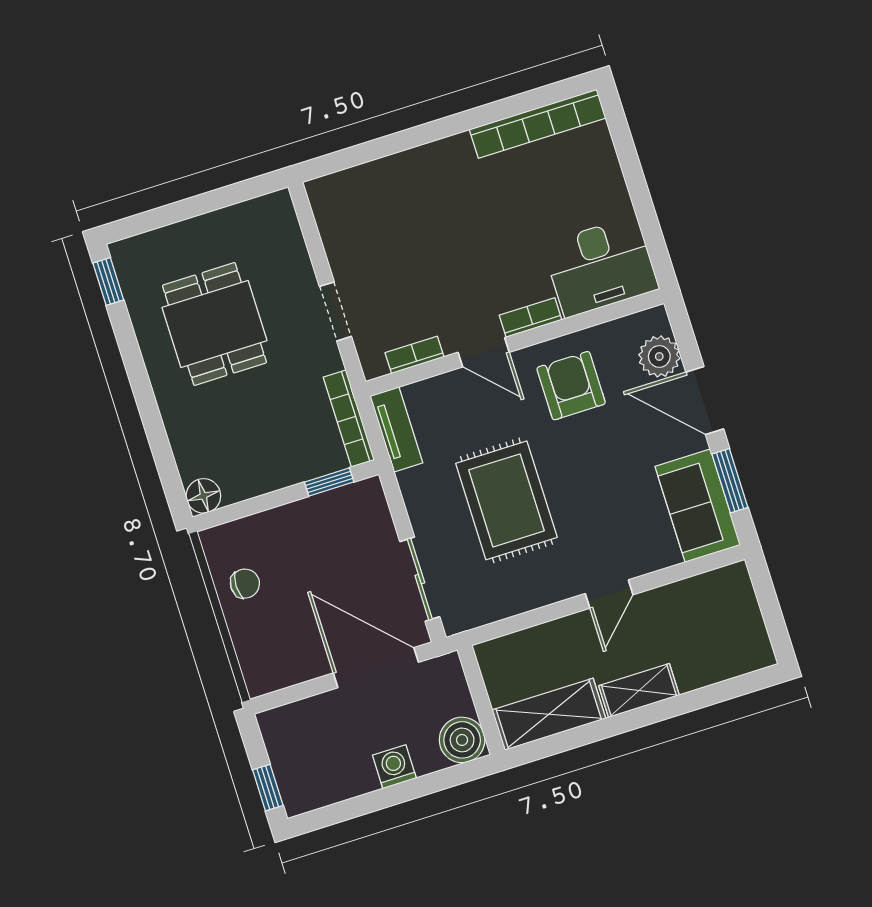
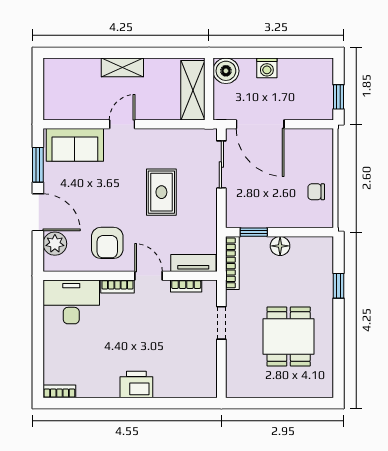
bookcase: (538, 124) -> (59, 391), width x0.43, depth x0.76
printer: (446, 162) -> (136, 385), added
window: (108, 282) -> (339, 286), moved
tv unit: (396, 429) -> (193, 263), moved, turned 90
floor lamp: (203, 496) -> (280, 246), moved
rug: (506, 500) -> (161, 192), width x0.73, depth x0.70
sofa: (698, 506) -> (75, 145), moved, turned 90
shelving: (549, 714) -> (193, 90), moved, turned 90
window: (268, 788) -> (339, 97), moved

